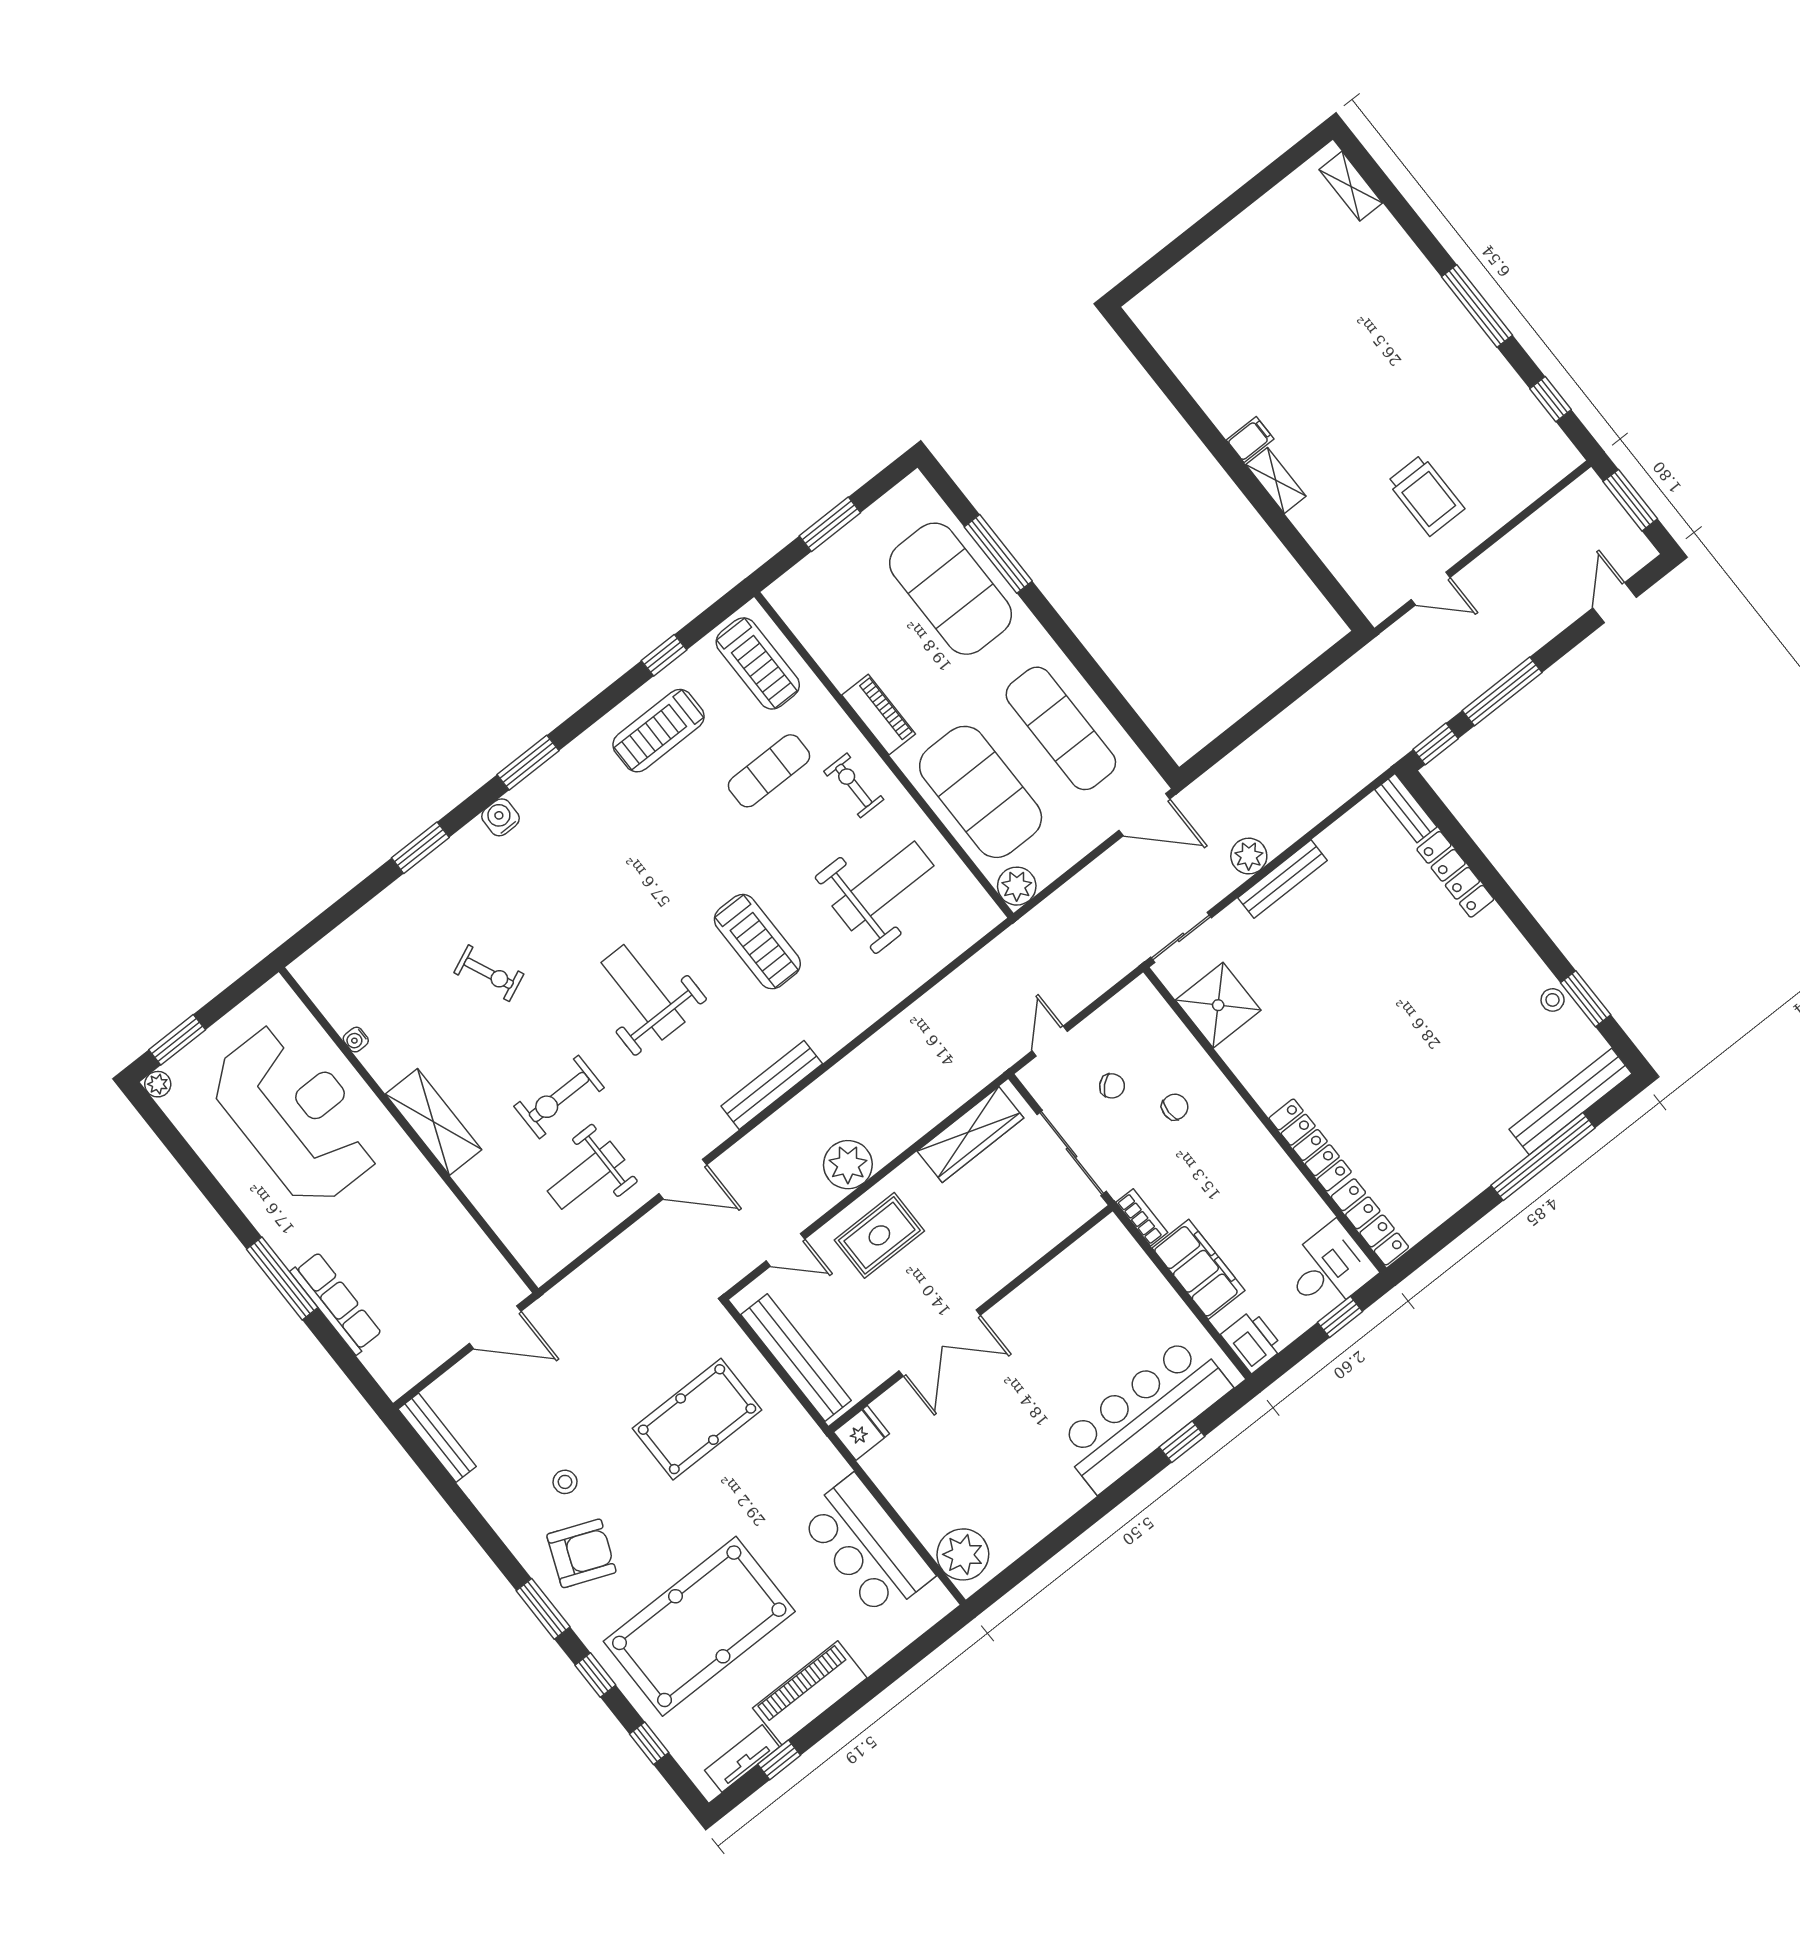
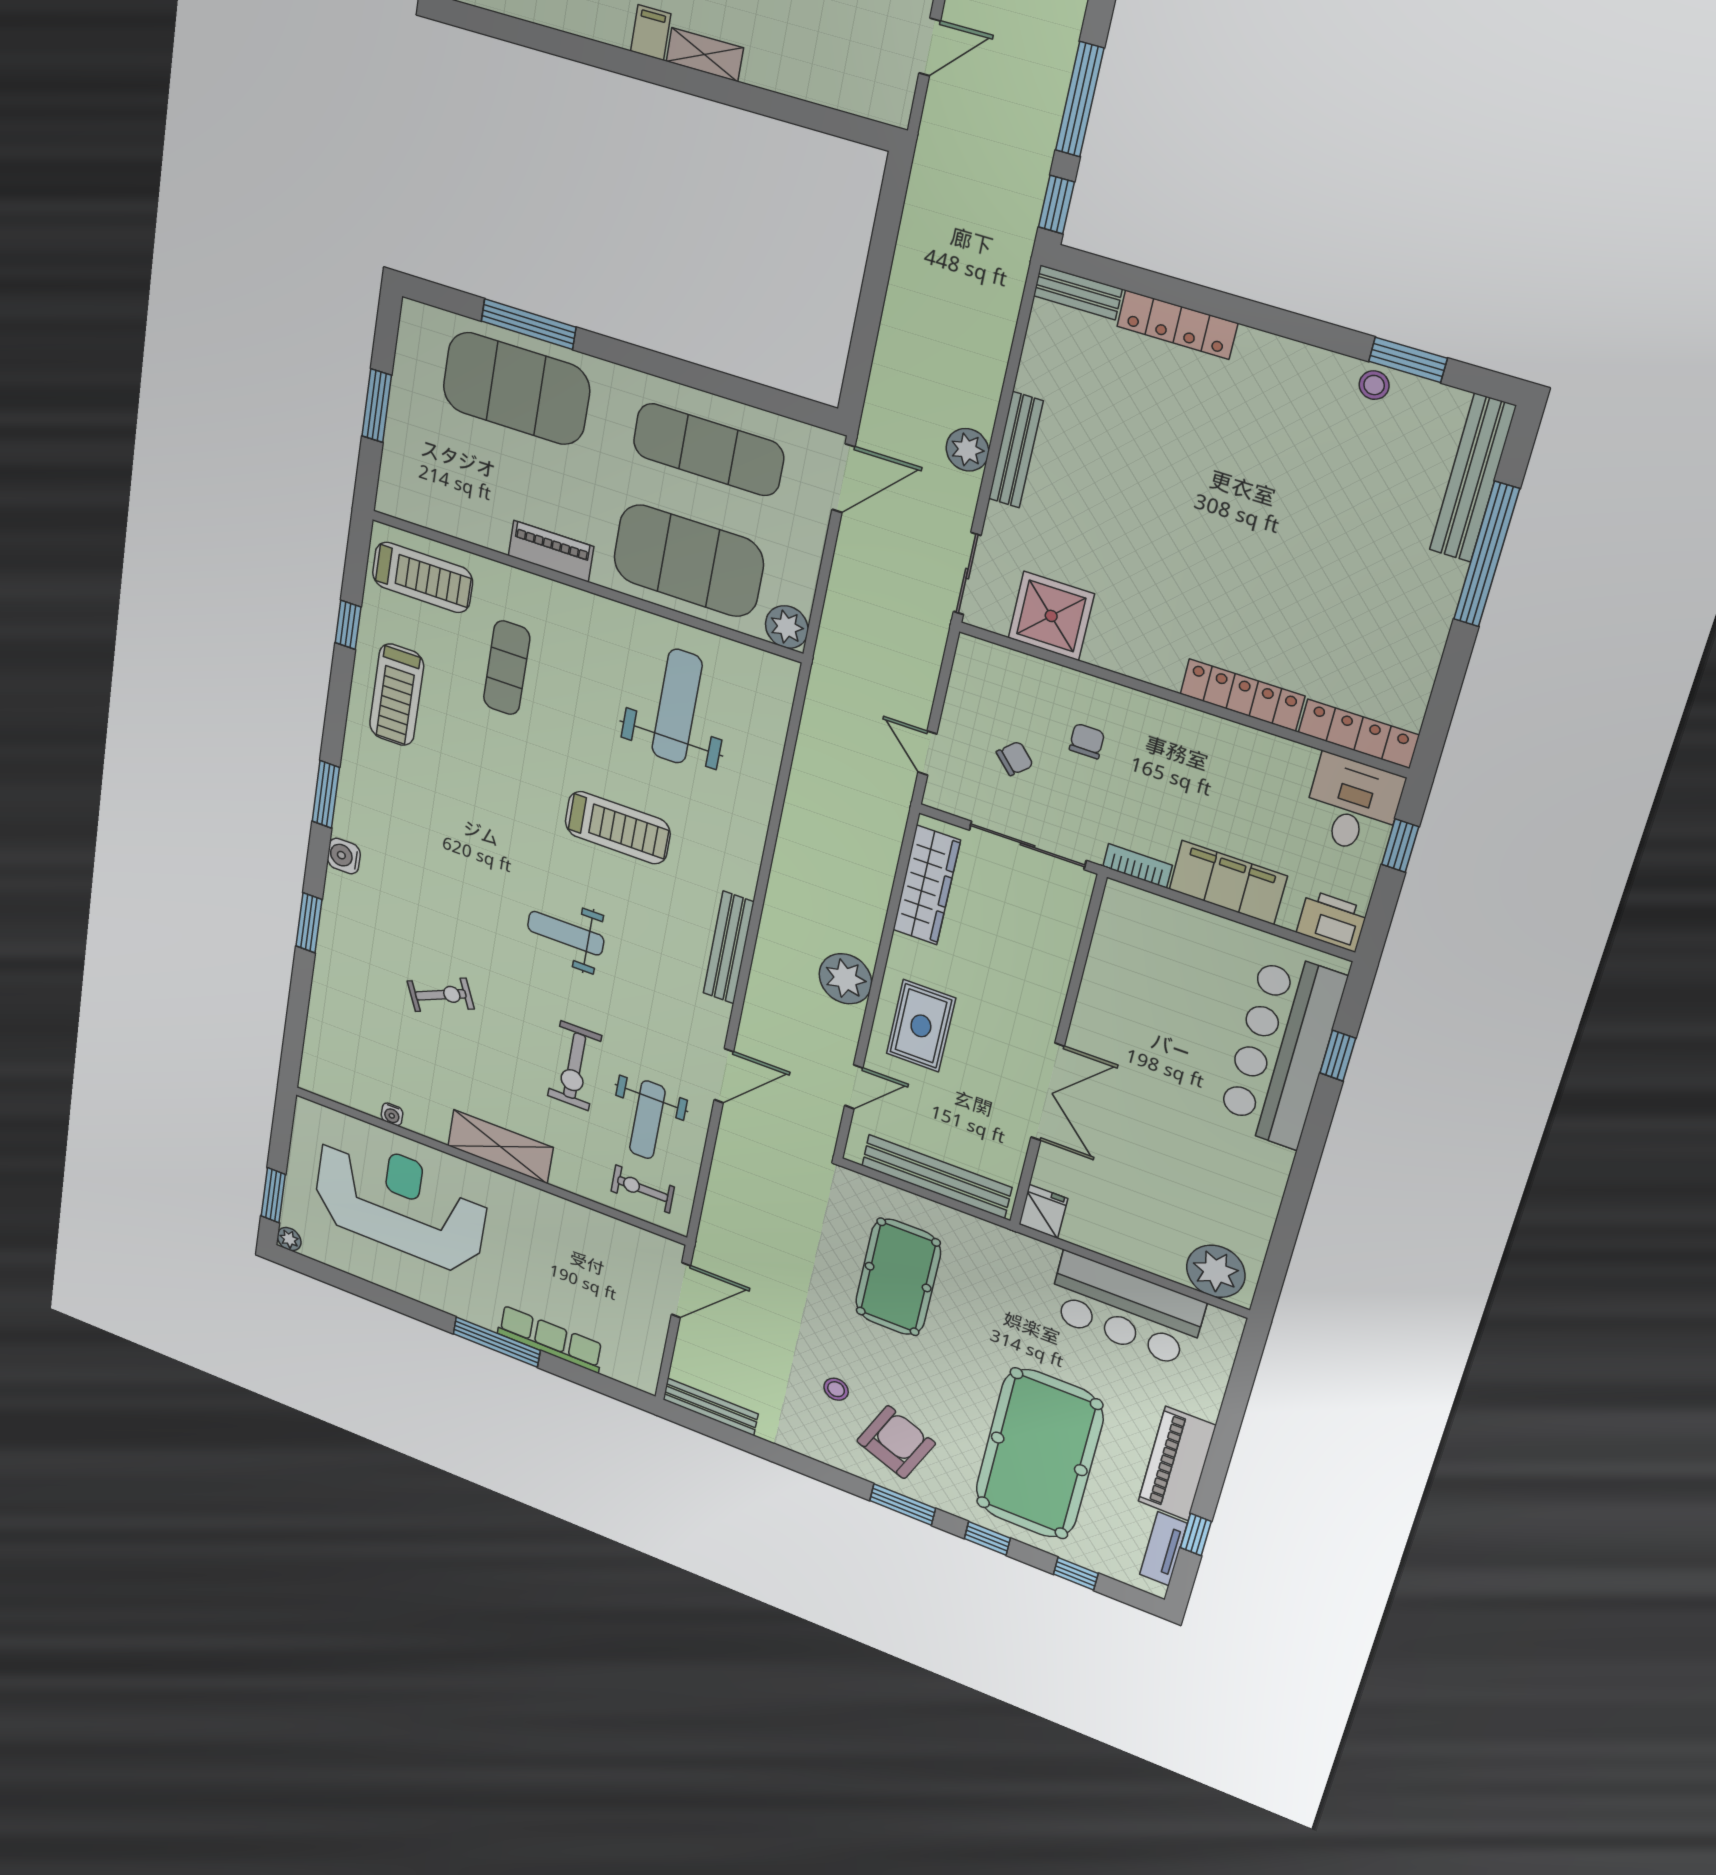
exercise bike: (854, 785) -> (643, 1189), moved
weight bench: (643, 992) -> (566, 933), width x0.73, depth x0.75

